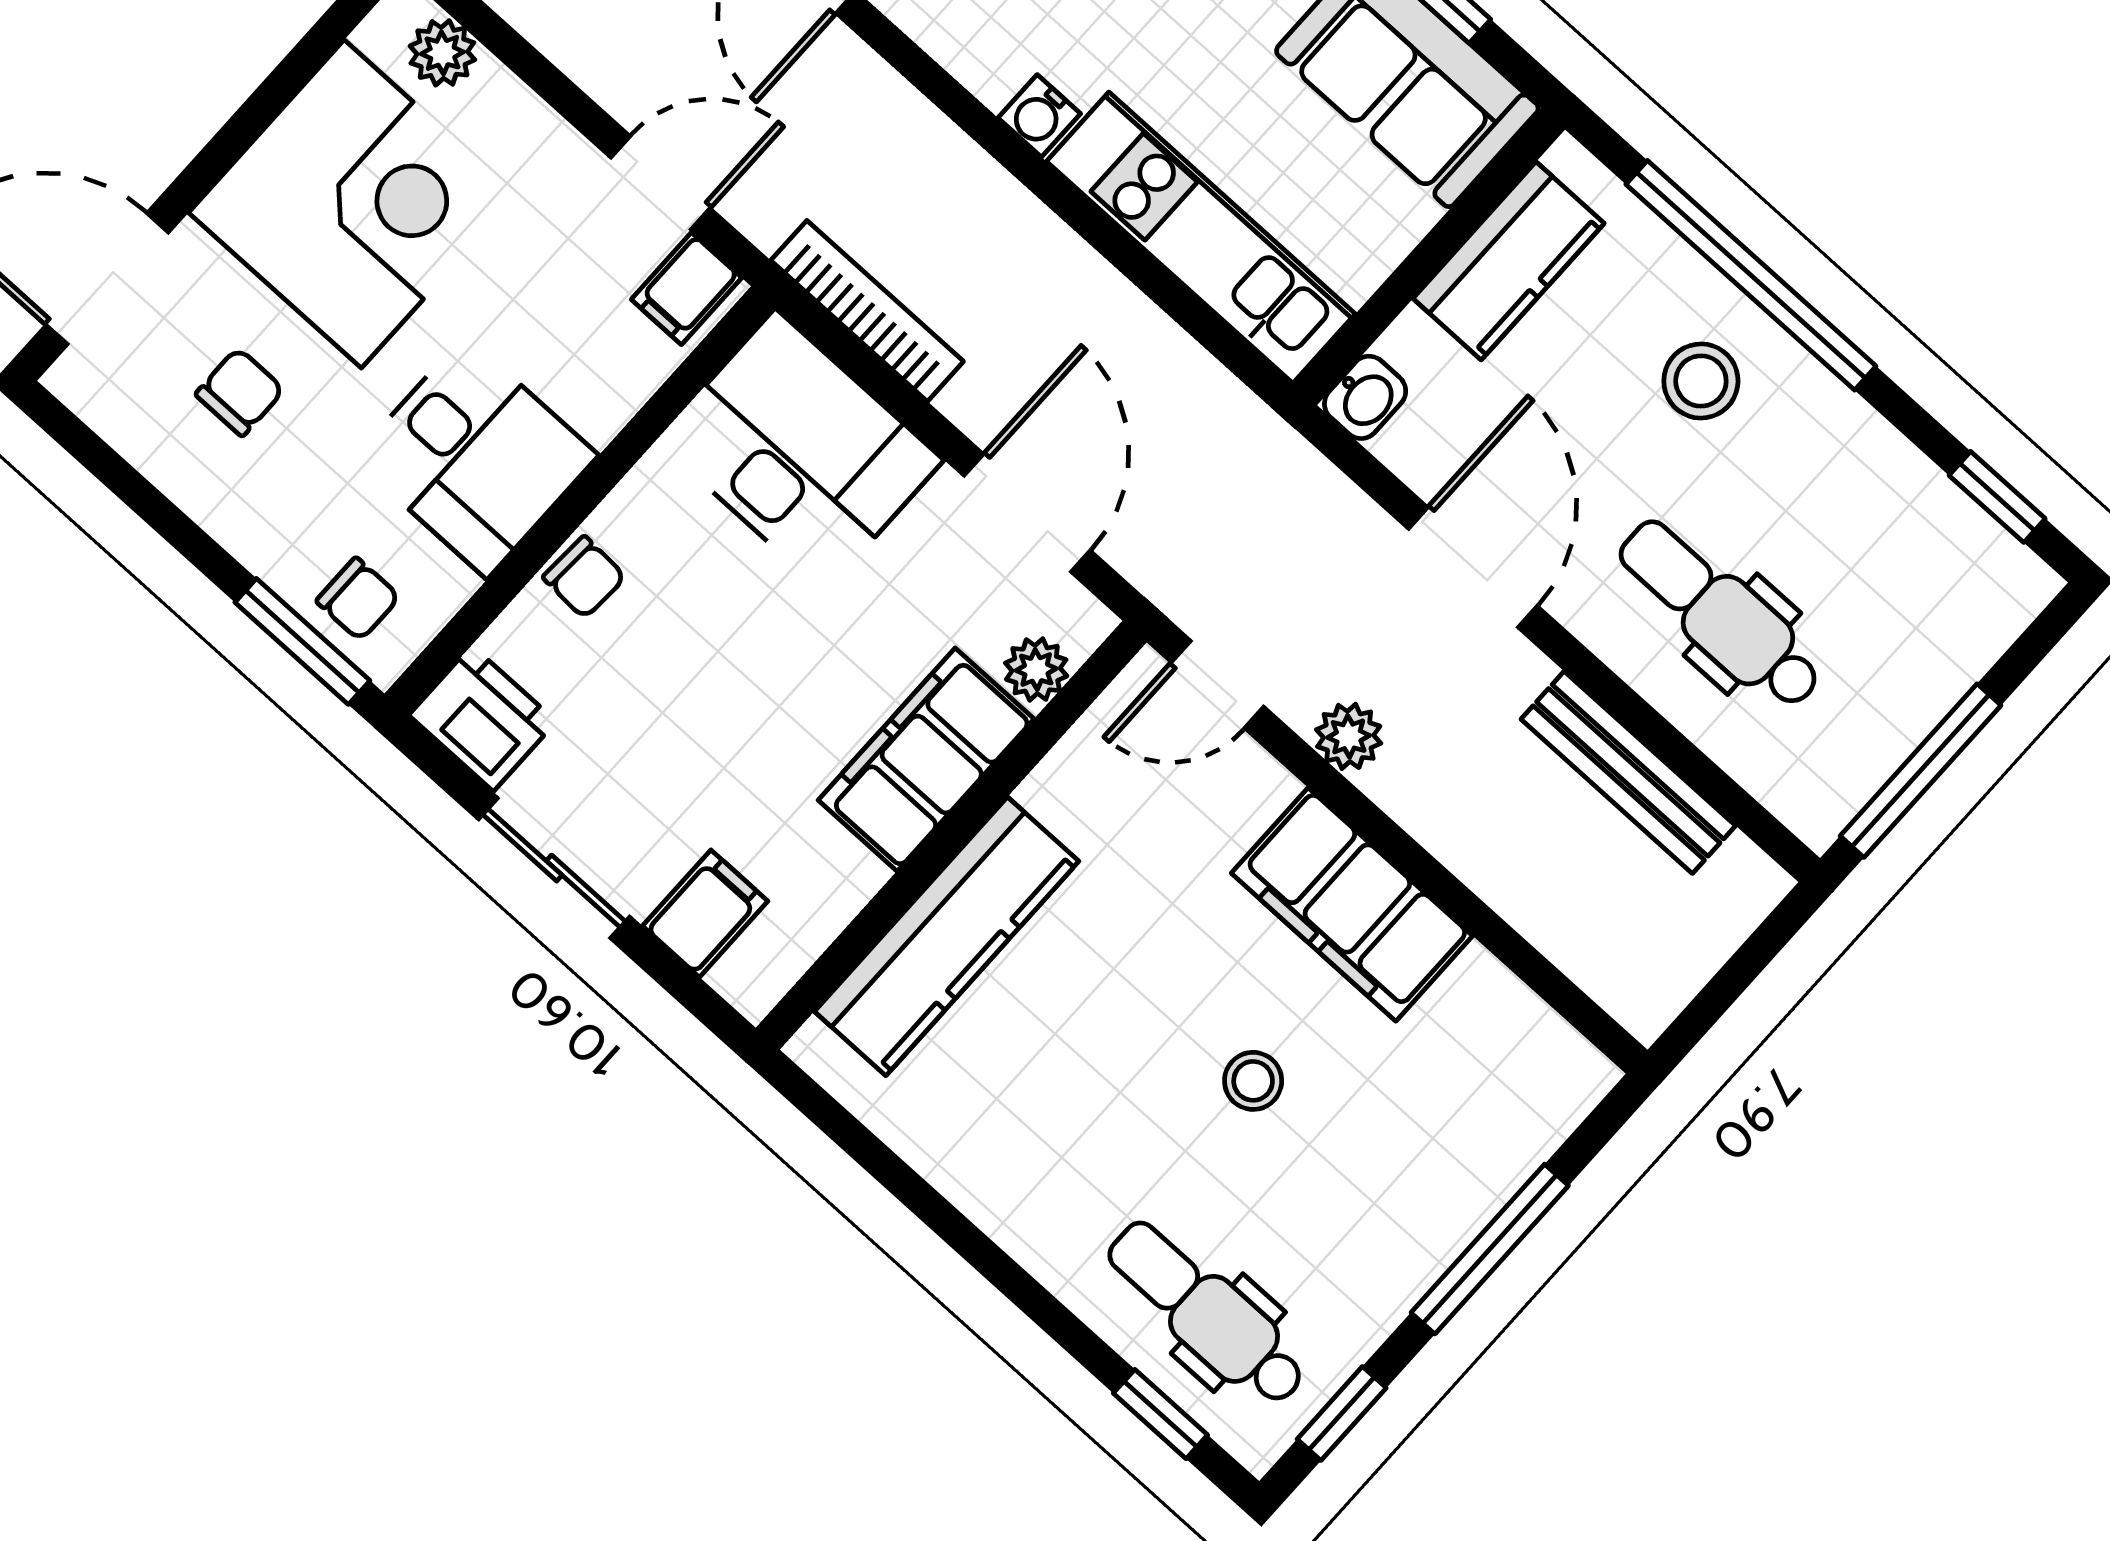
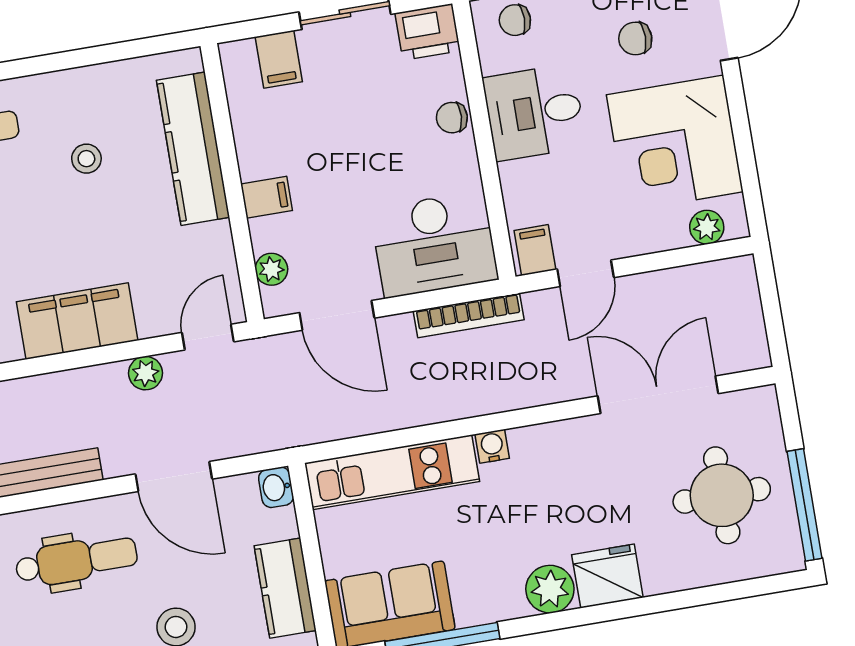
chair: (240, 392) -> (635, 38), turned 90
filing cabinet: (926, 760) -> (266, 197), width x0.33, depth x0.86
stool: (1253, 1081) -> (86, 159), moved

